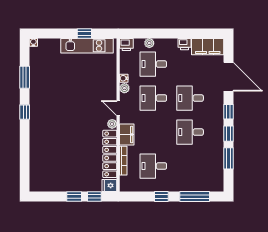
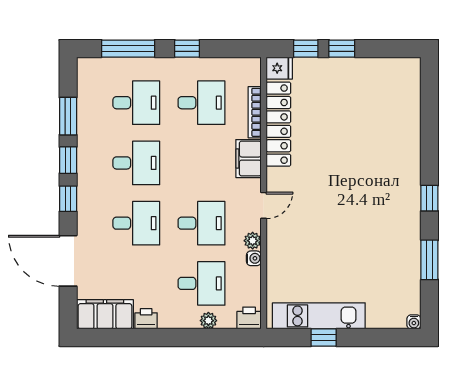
door: (118, 108) -> (264, 205), hinge flipped
plant: (112, 124) -> (274, 177), removed
desk: (190, 166) -> (136, 103), added

